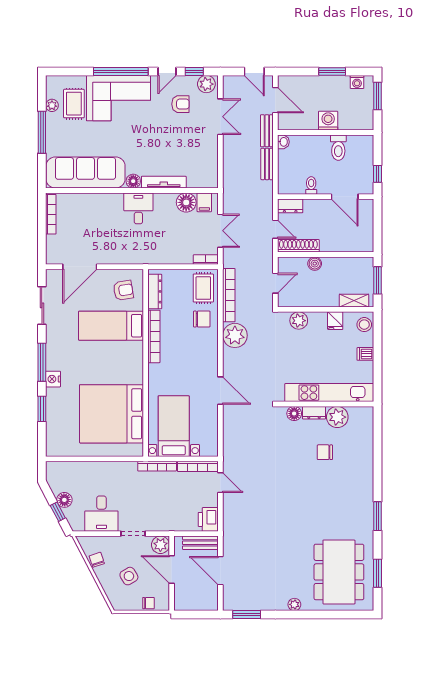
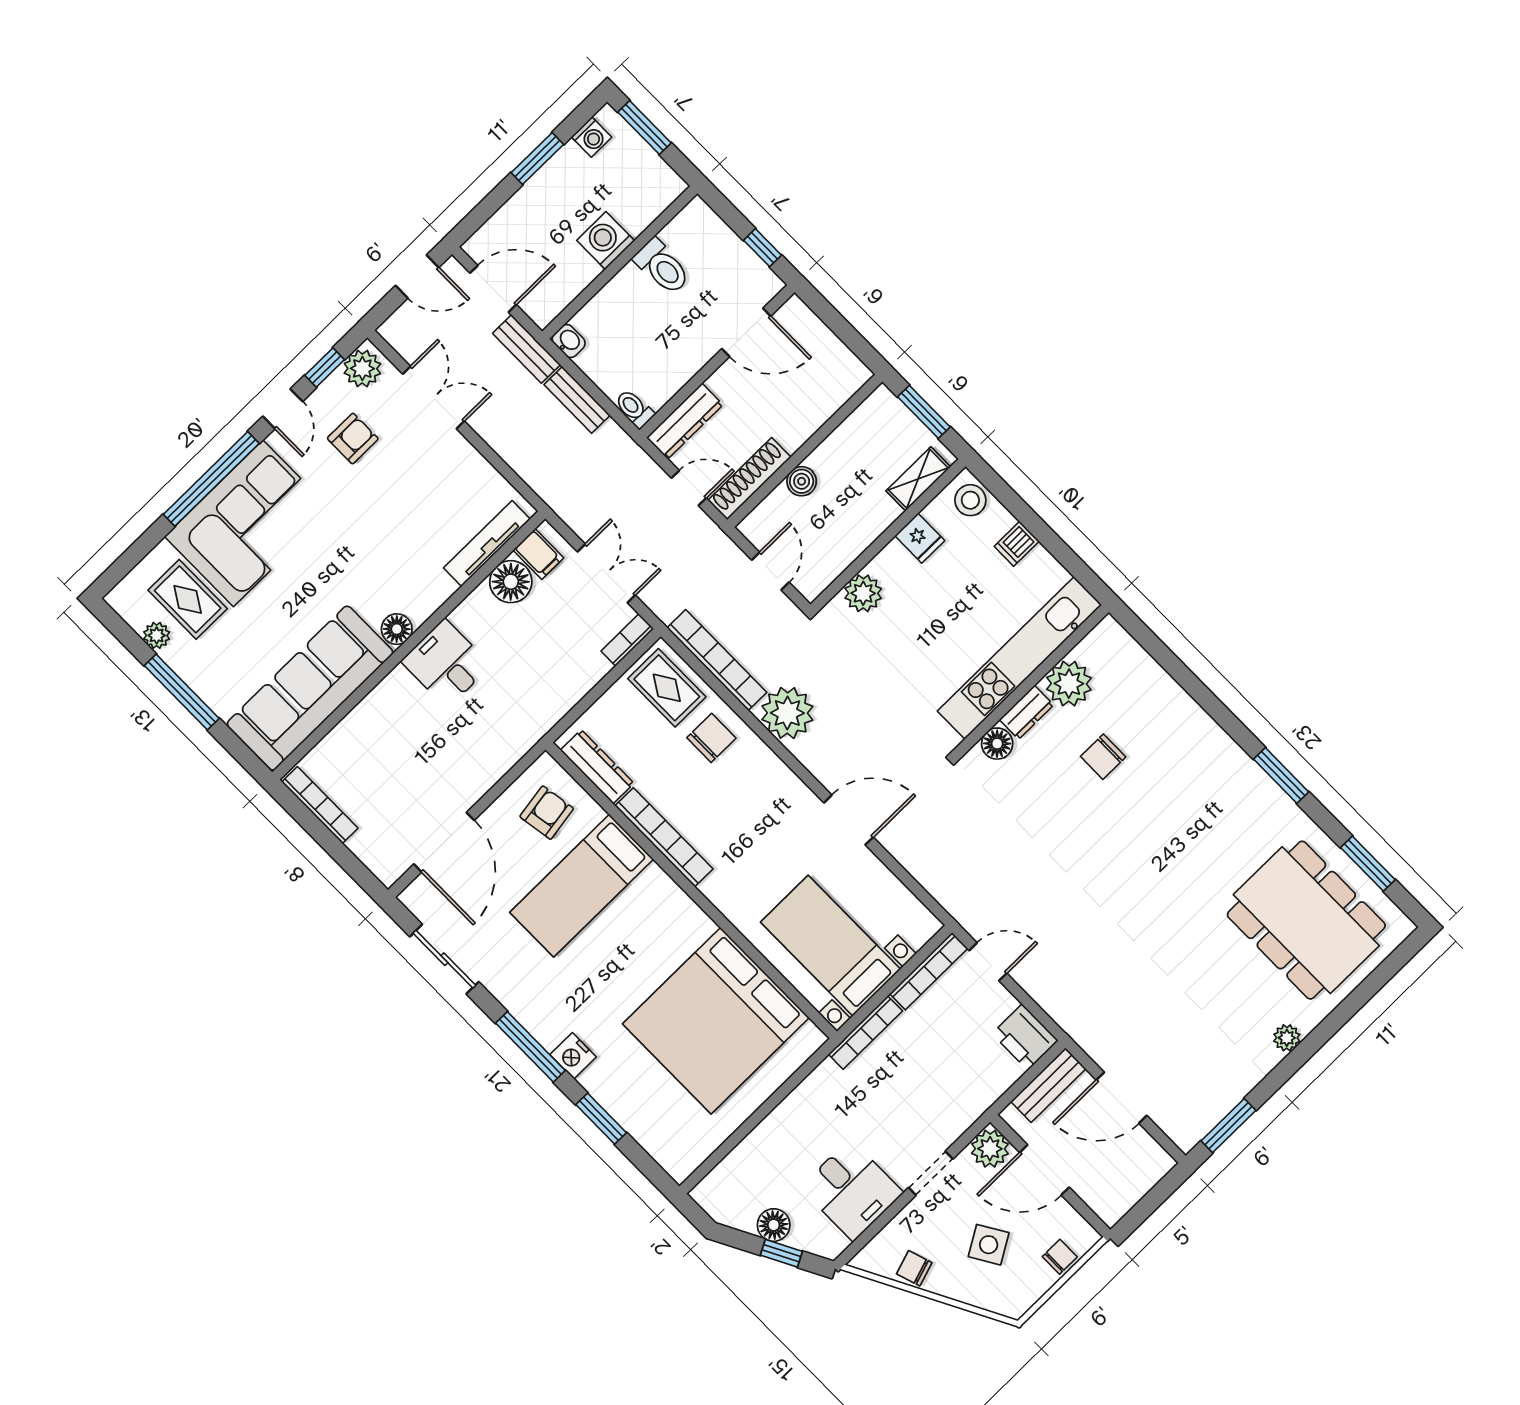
tv unit: (164, 182) -> (487, 544), moved
toilet: (311, 185) -> (634, 409), moved
dresser: (290, 206) -> (685, 421), width x1.44

